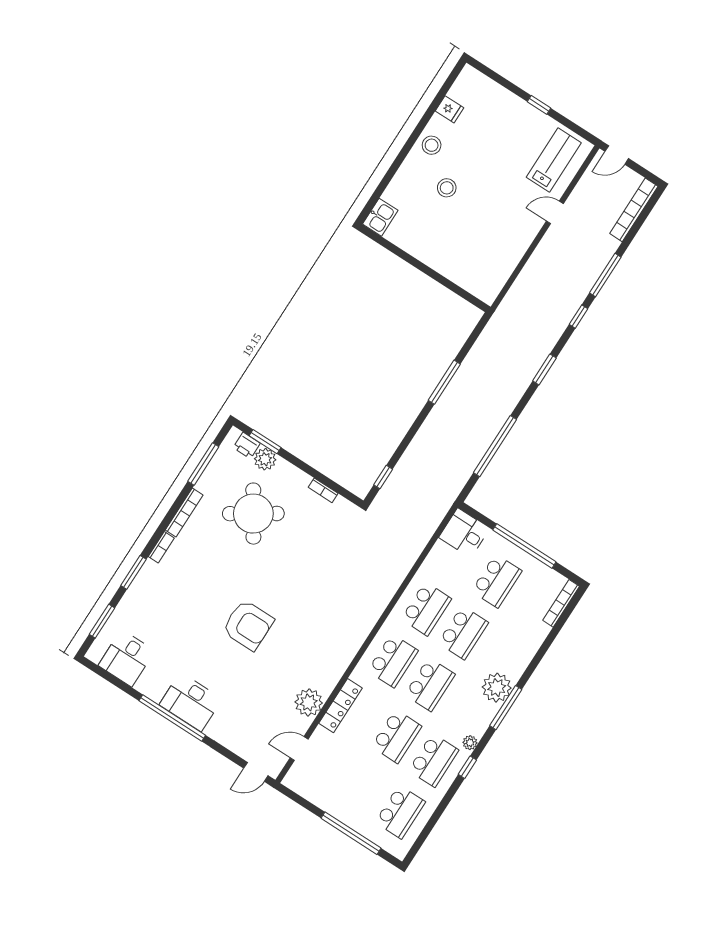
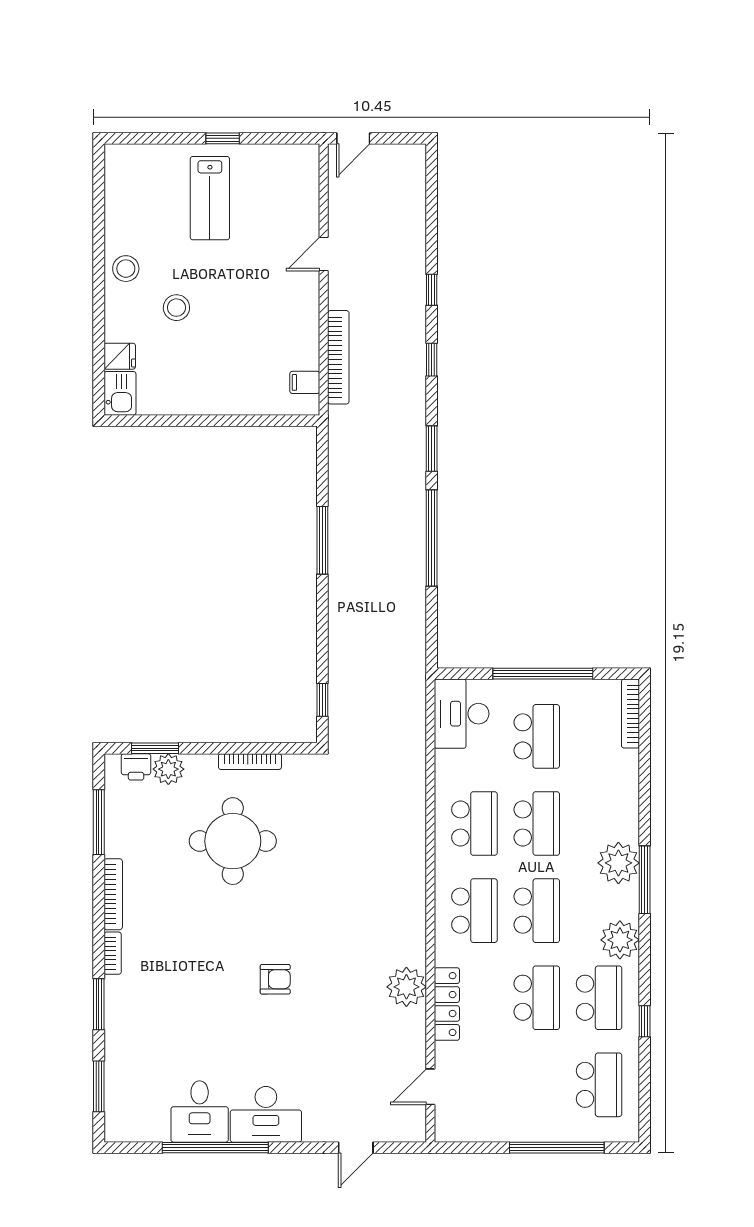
fridge: (449, 109) -> (120, 356), moved
lab bench: (554, 160) -> (210, 198), moved, turned 180
bookcase: (634, 210) -> (338, 357), moved, turned 180
window: (605, 275) -> (432, 290), width x0.46
filing cabinet: (494, 282) -> (305, 382), added
window: (495, 446) -> (432, 538), moved
bookcase: (323, 490) -> (250, 762), width x1.56
round table: (253, 514) -> (233, 841), moved, turned 33
desk: (464, 533) -> (462, 714), width x1.37
armchair: (248, 625) -> (275, 979), width x0.53, depth x0.53
desk: (127, 658) -> (200, 1111), moved
plant: (309, 702) -> (406, 987), moved
window: (172, 718) -> (215, 1148), moved
plant: (470, 743) -> (620, 940), width x1.88, depth x1.88
window: (467, 767) -> (645, 1021), moved
door: (256, 772) -> (356, 1148), moved

